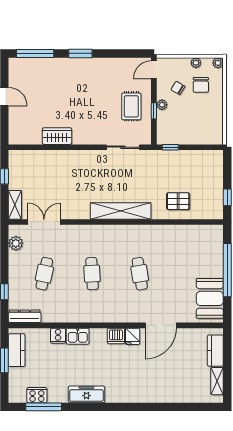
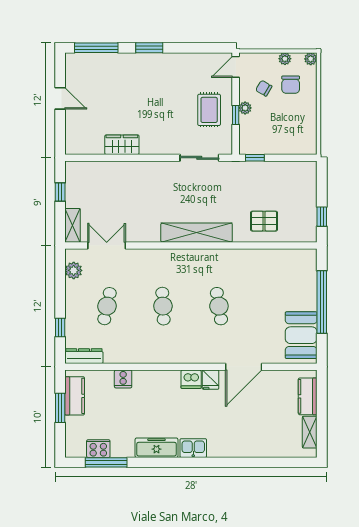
kitchen sink: (78, 336) -> (193, 448), moved, turned 180

